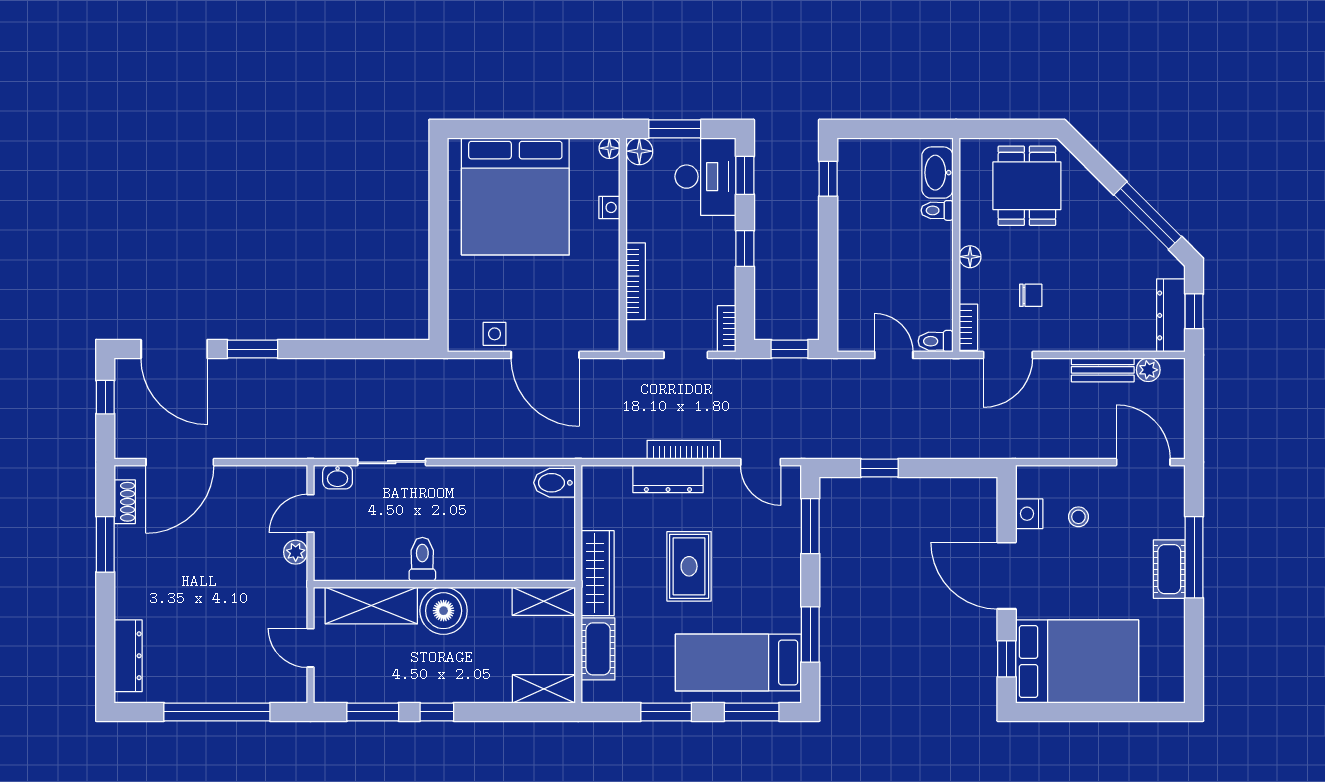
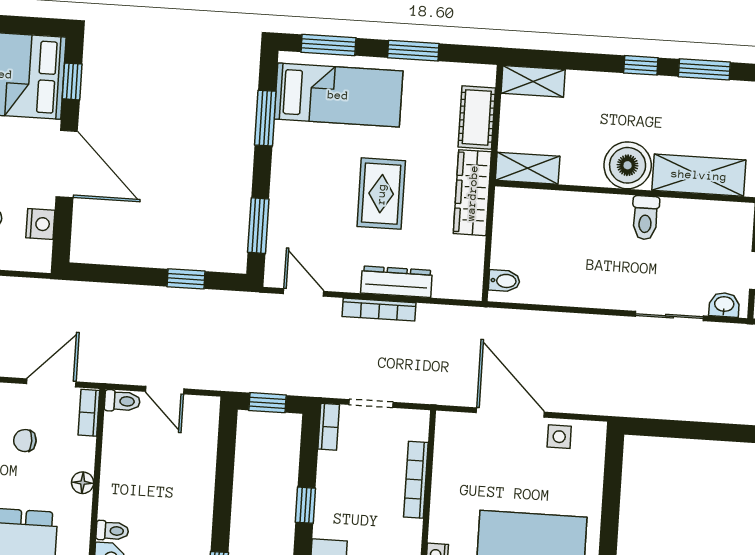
bidet: (554, 483) -> (504, 281), width x0.72, depth x0.74

